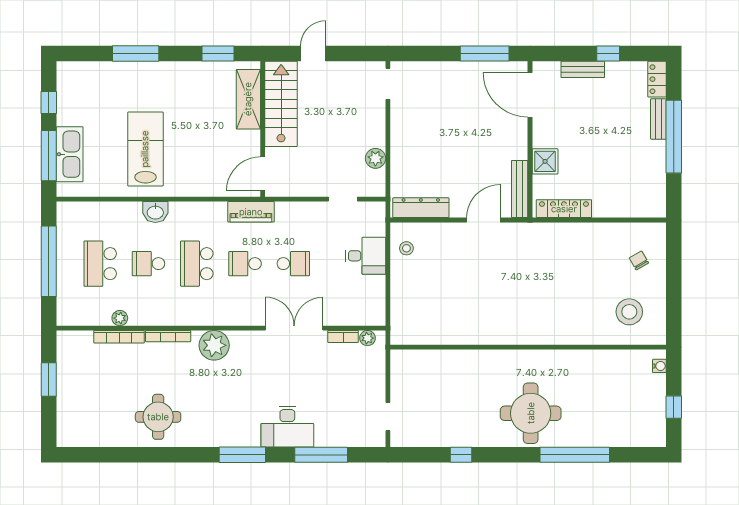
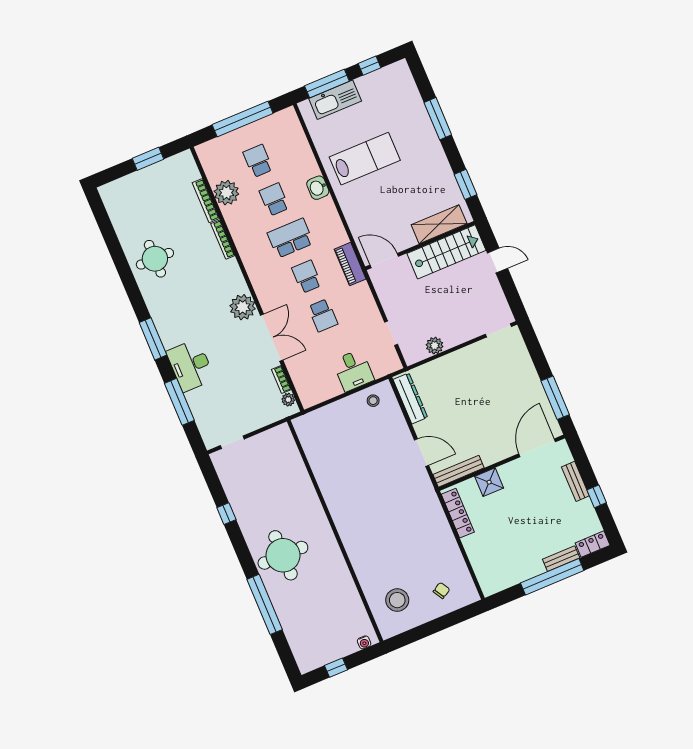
school desk: (100, 264) -> (258, 161), width x0.54
plant: (120, 318) -> (226, 193), width x1.87, depth x1.87
plant: (214, 345) -> (243, 307), moved

